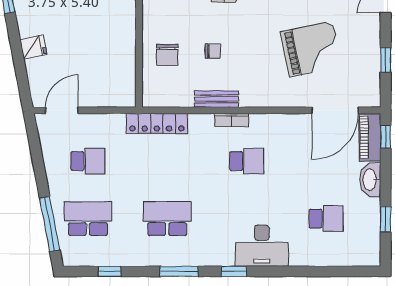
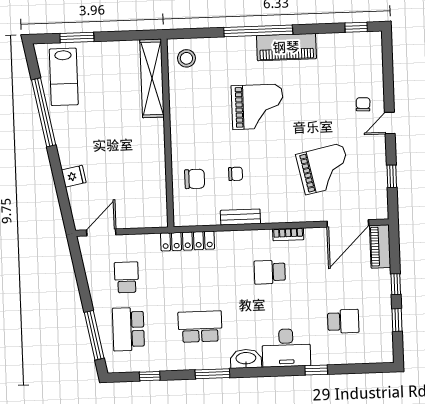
chair: (167, 55) -> (195, 179), turned -90
bookcase: (231, 120) -> (288, 234), moved
window: (386, 137) -> (396, 284), moved
school desk: (88, 161) -> (127, 277), turned -90
school desk: (247, 161) -> (270, 272), turned 180
washbasin: (370, 180) -> (246, 359), moved, turned 90
school desk: (88, 219) -> (128, 329), turned -90
window: (234, 271) -> (316, 370), moved

